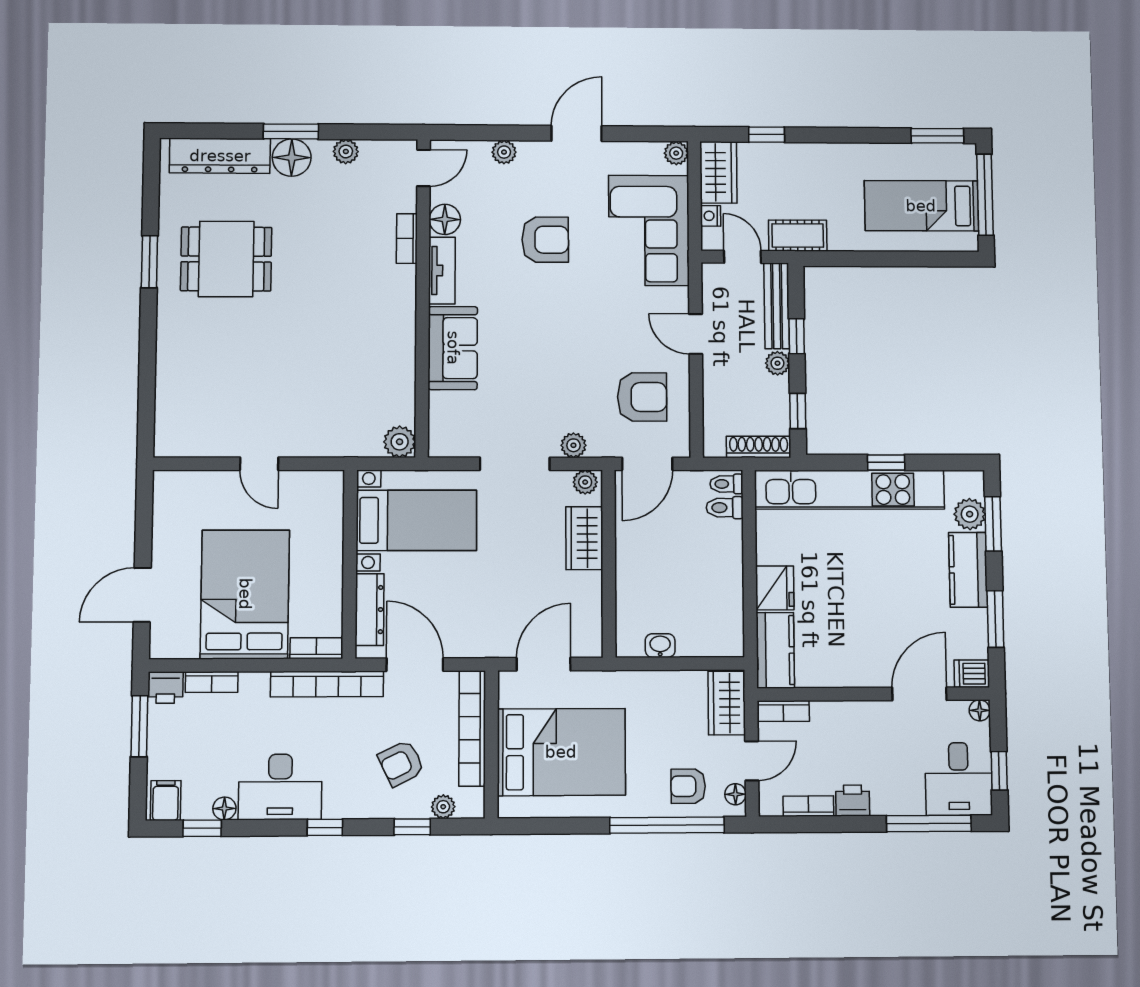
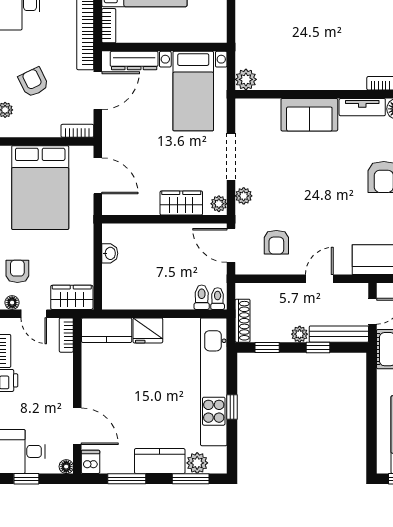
armchair: (642, 397) -> (276, 242), width x0.72, depth x0.72
bookcase: (472, 728) -> (77, 131), width x0.43, depth x0.76

